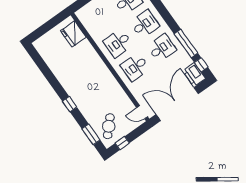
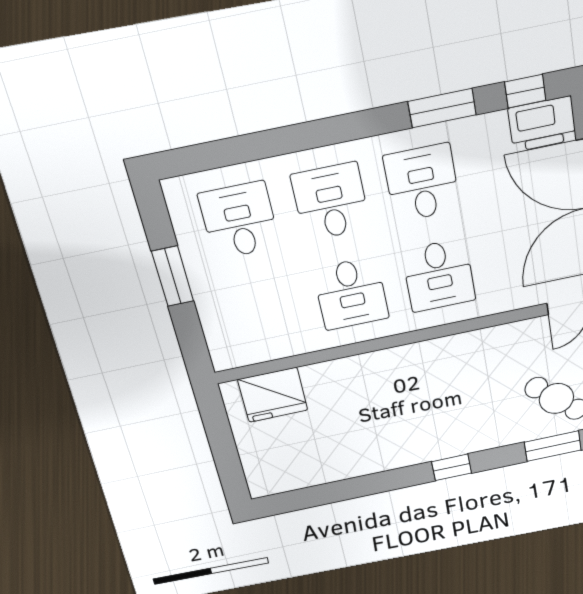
window: (186, 43) -> (442, 108), width x0.69

